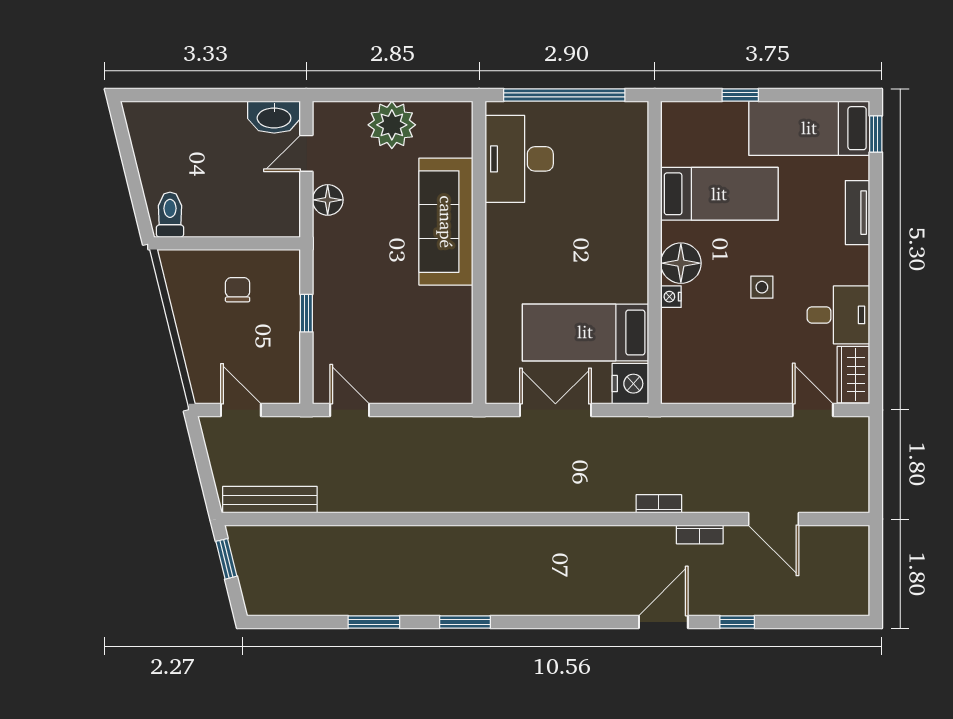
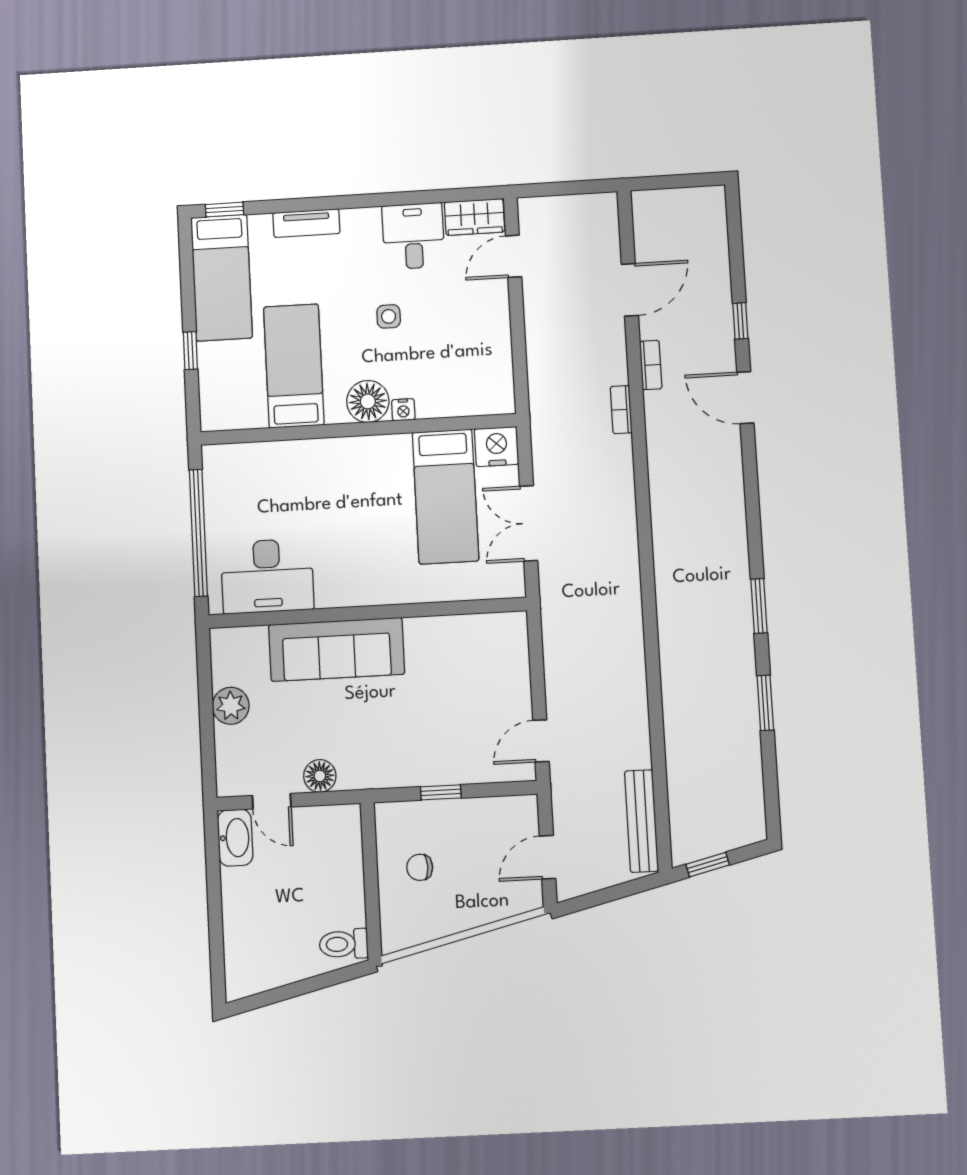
plant: (392, 125) -> (231, 706), width x0.73, depth x0.73

